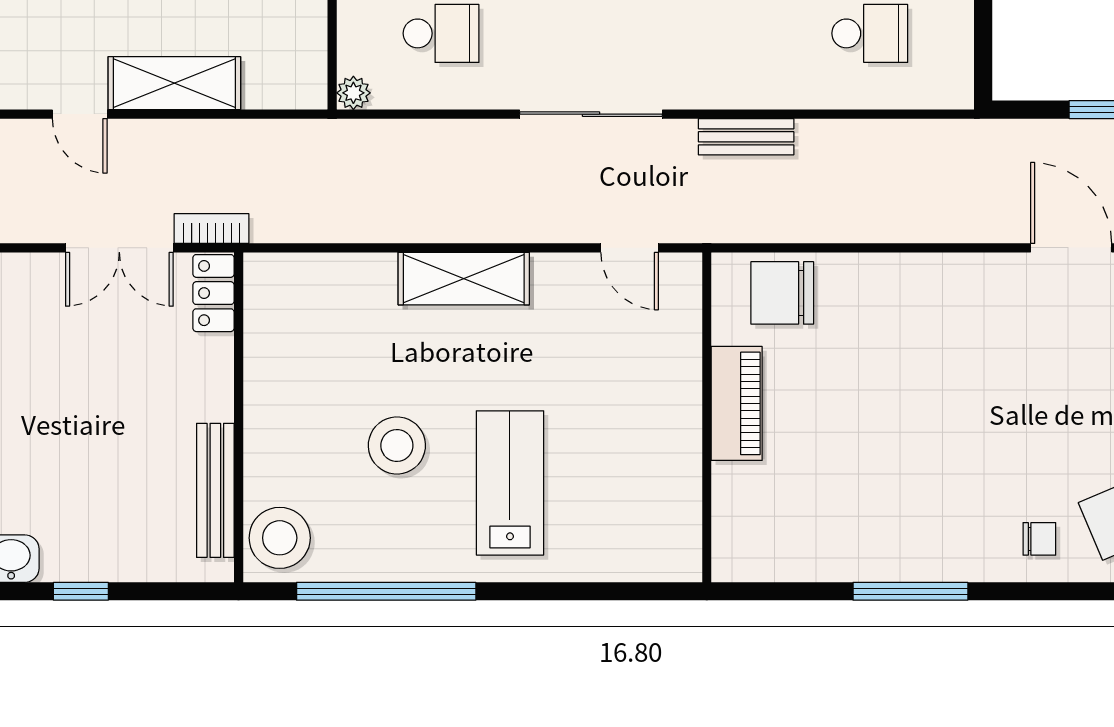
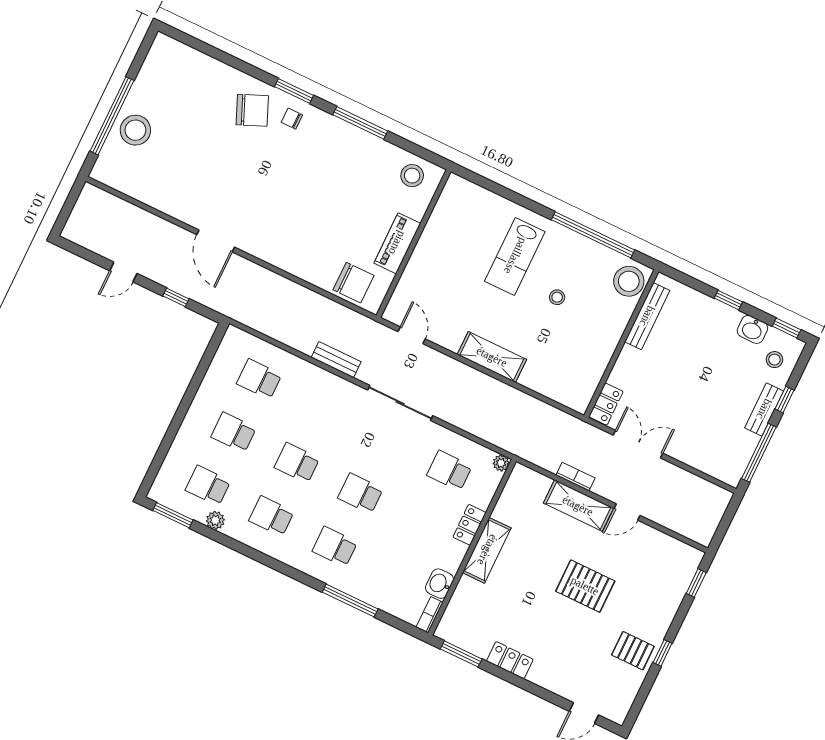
door: (80, 114) -> (627, 512), swing flipped
bookcase: (212, 229) -> (575, 477), moved, turned 180
stool: (397, 445) -> (557, 297), width x0.53, depth x0.53
stool: (769, 540) -> (412, 176), added
window: (1060, 591) -> (294, 91), added

